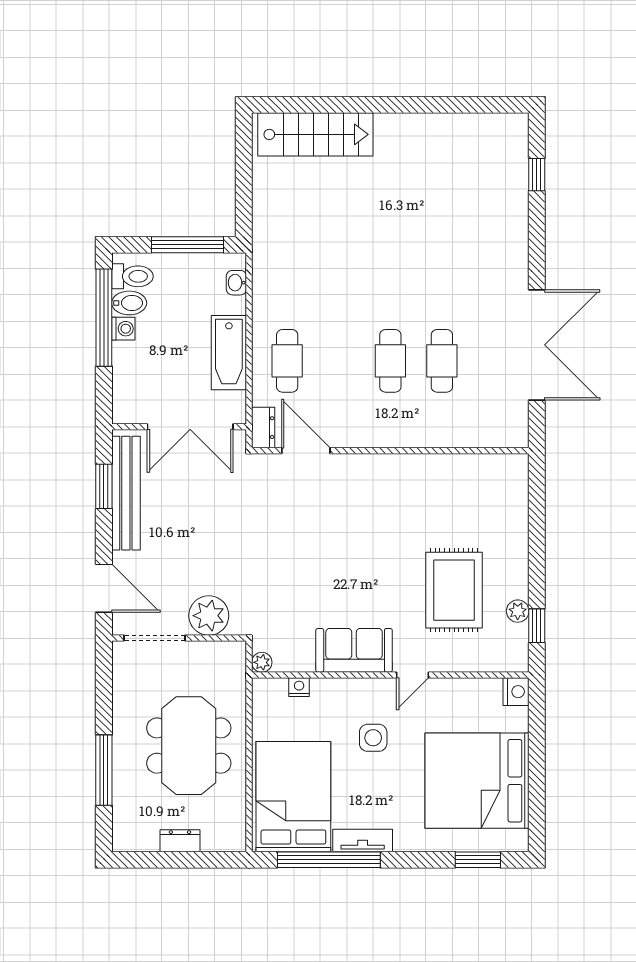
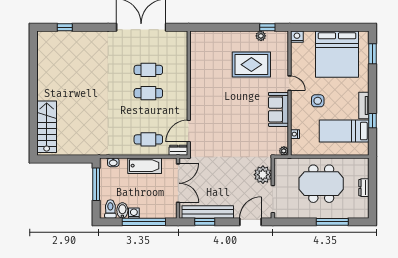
window: (104, 318) -> (144, 222), moved
bed: (293, 797) -> (344, 131), width x0.67
window: (329, 860) -> (373, 121), width x0.32

